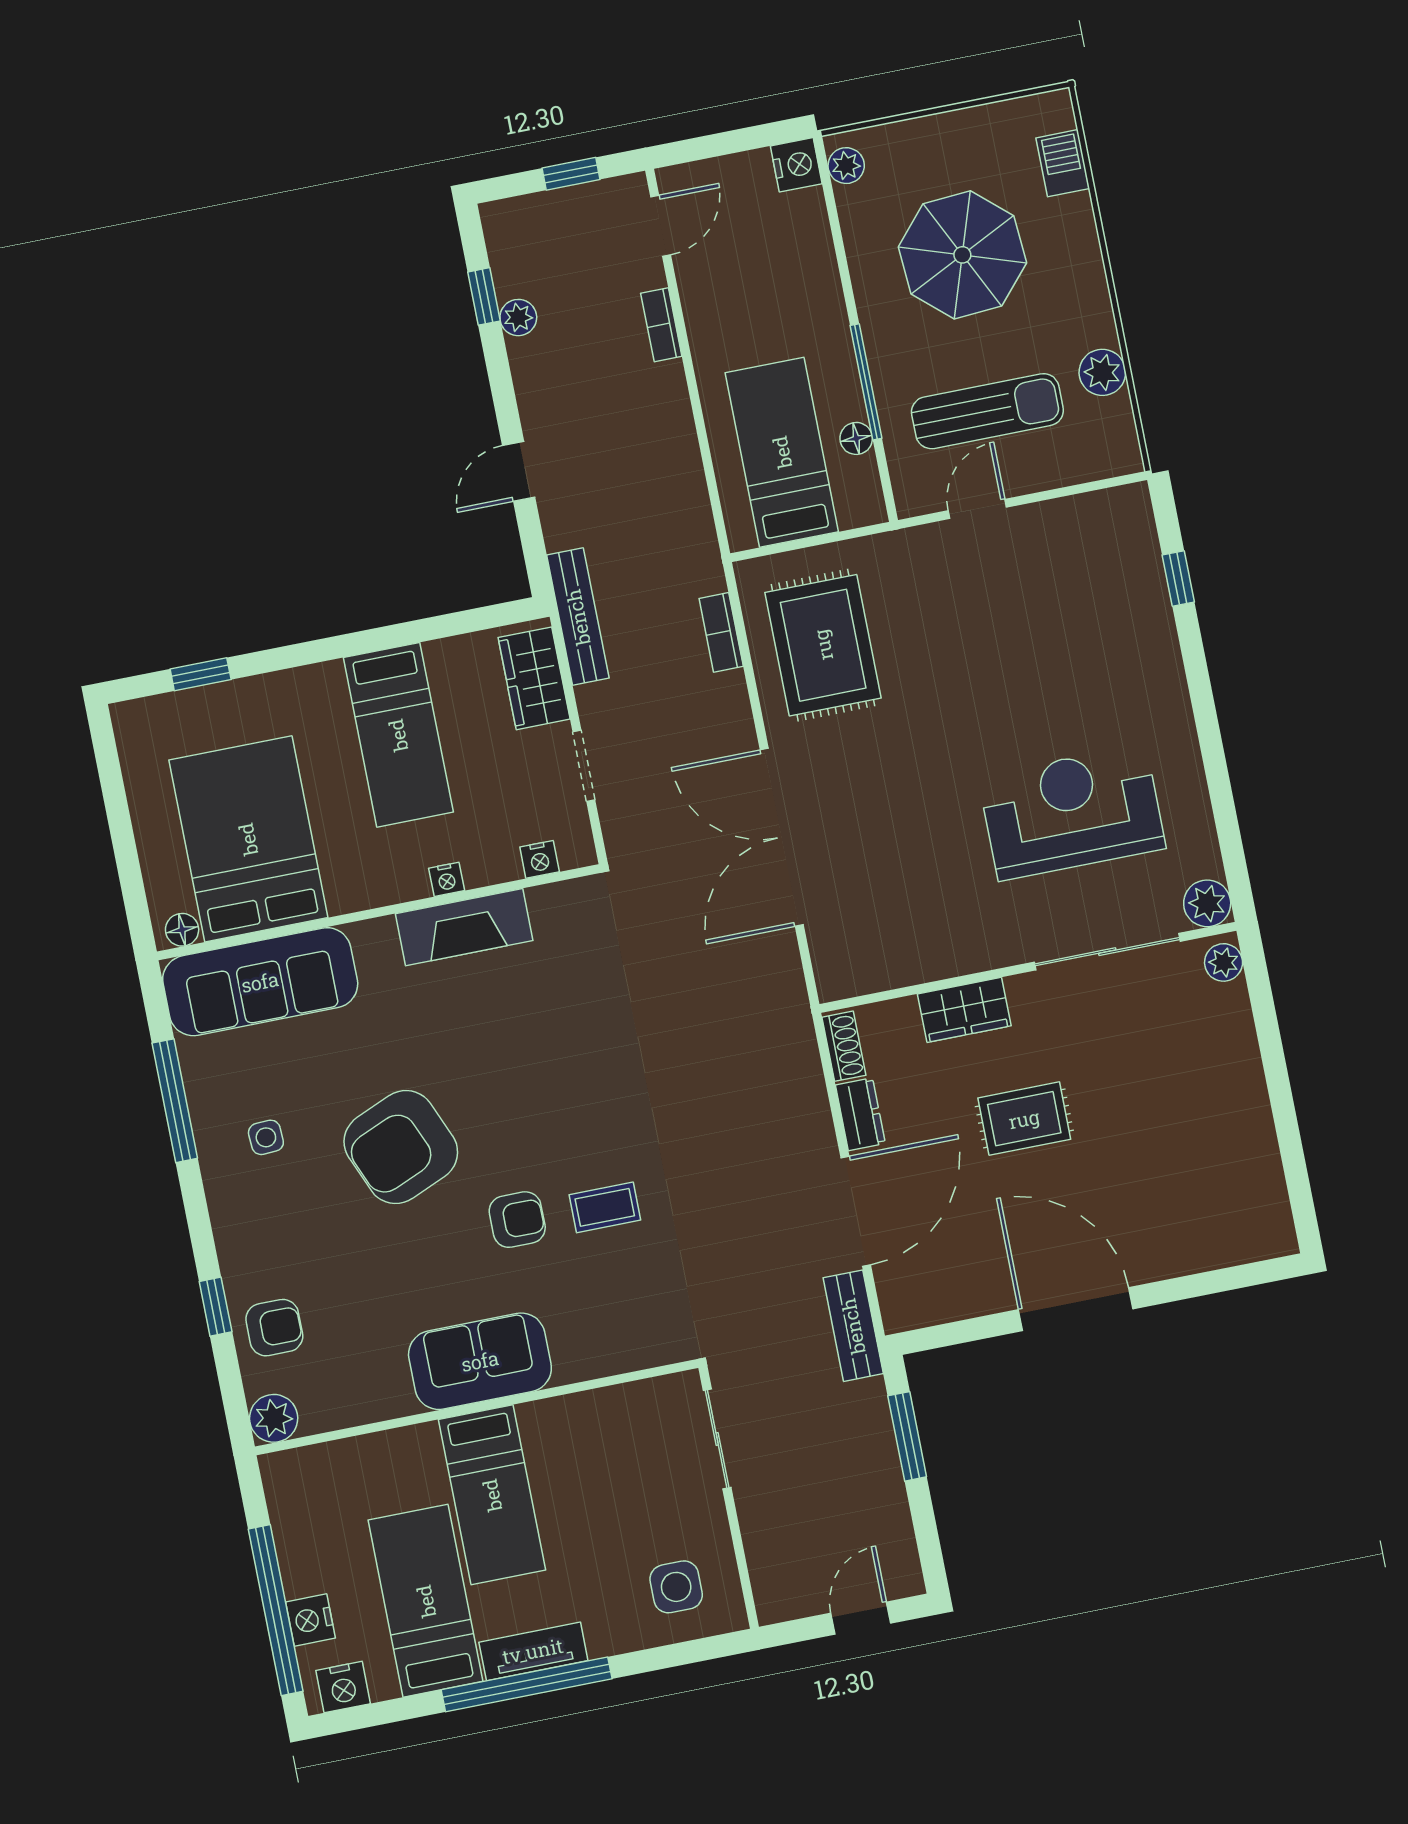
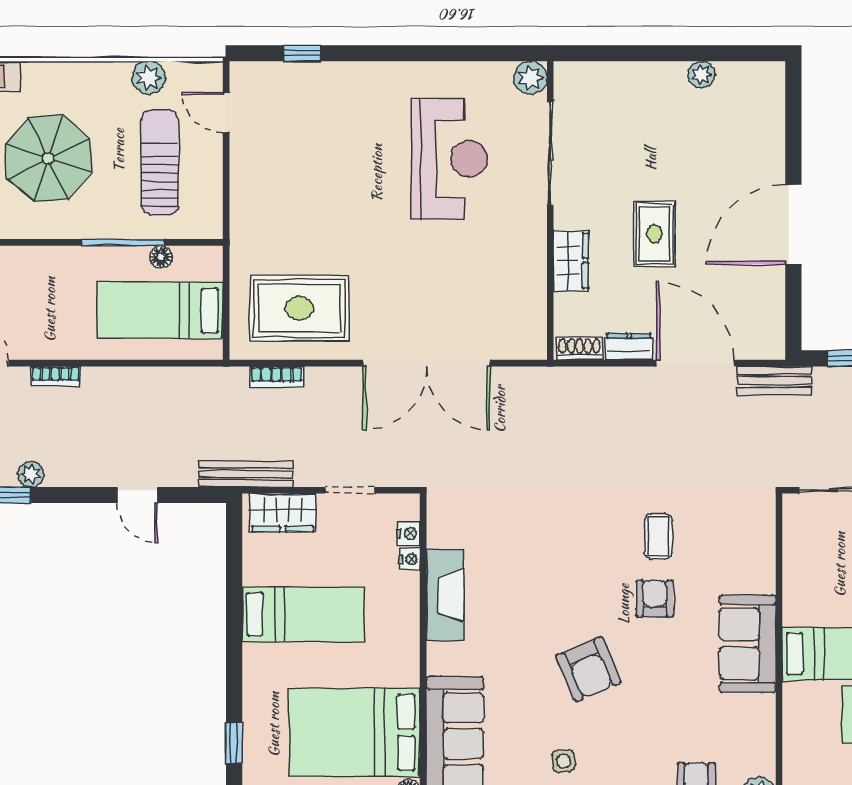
door: (977, 509) -> (226, 112), moved
reception desk: (1072, 812) -> (449, 159), turned 180
nightstand: (447, 879) -> (410, 559), moved
plant: (1224, 962) -> (702, 75), moved
armchair: (401, 1147) -> (589, 669), width x0.73, depth x0.73

